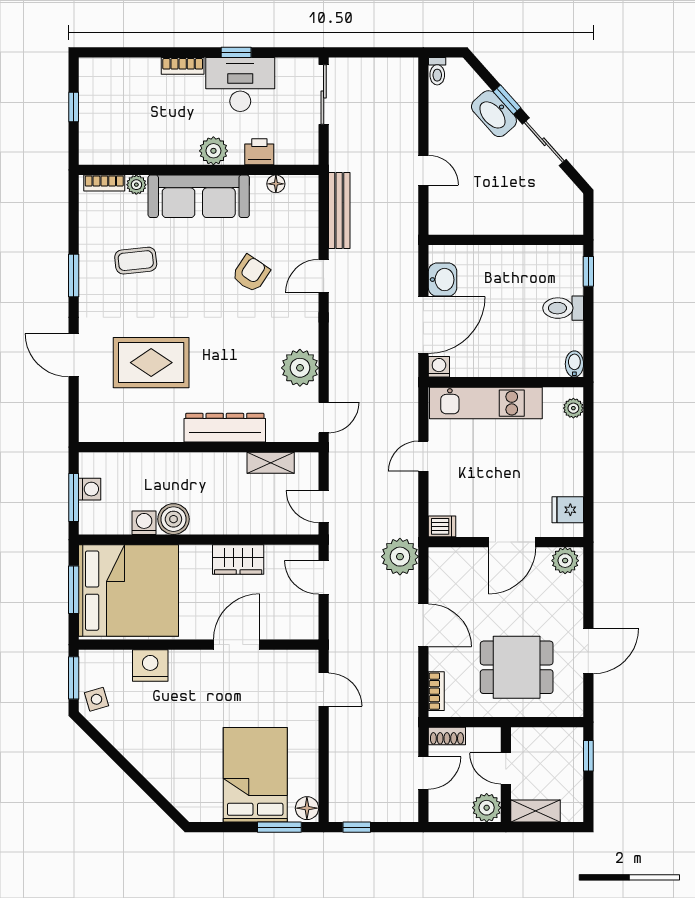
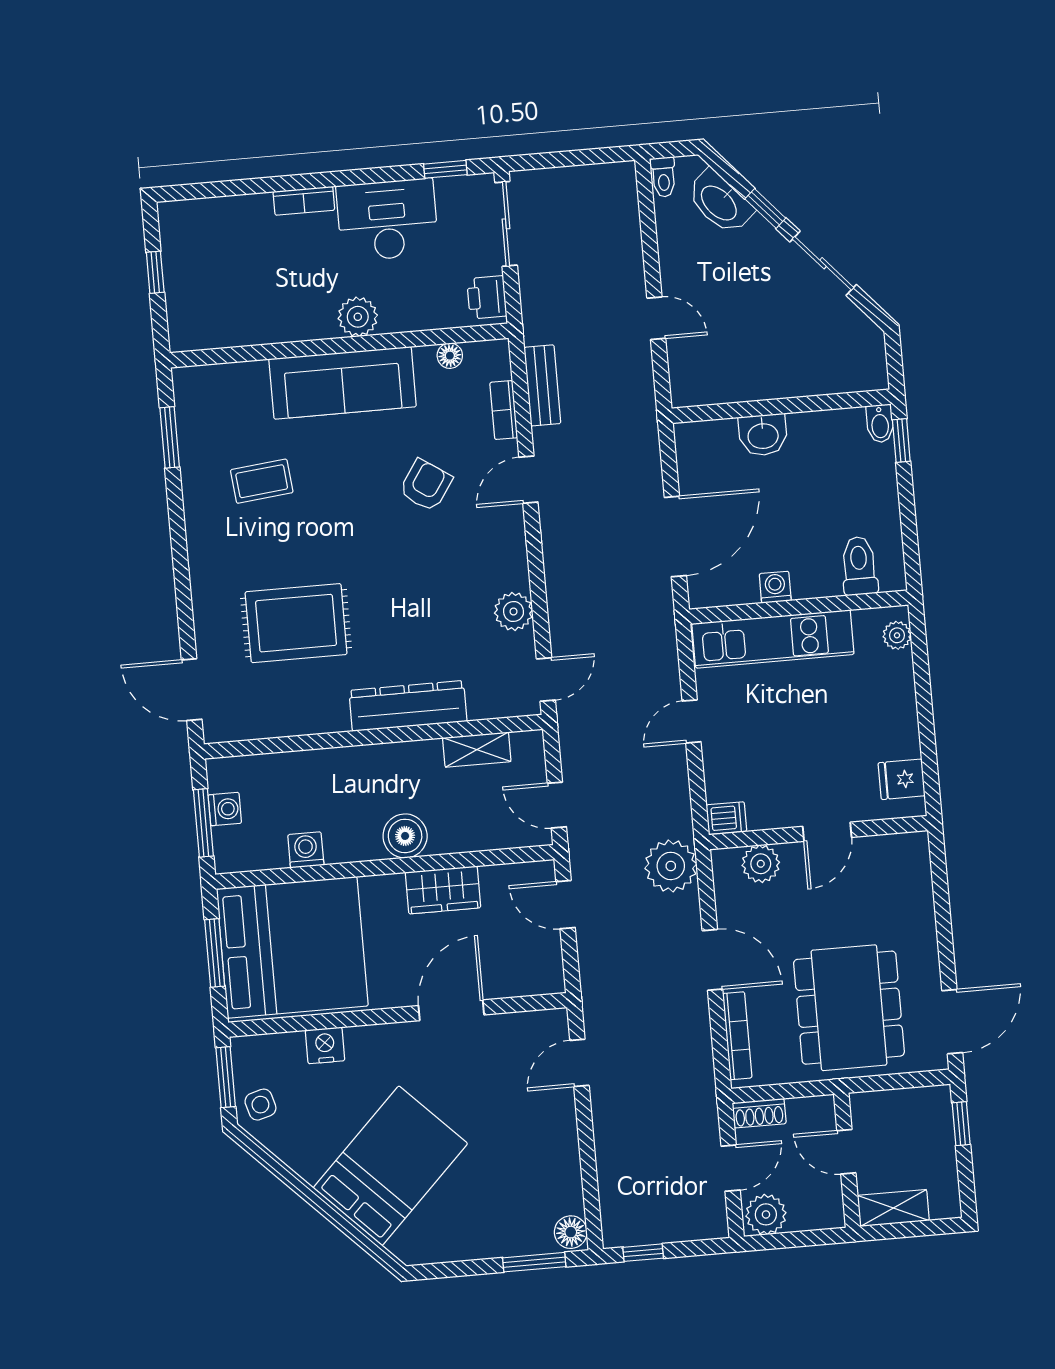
window: (236, 52) -> (445, 169), moved
washbasin: (494, 114) -> (720, 202), moved
printer: (259, 152) -> (487, 297), moved, turned -90
bookcase: (104, 183) -> (504, 410), moved, turned 90
plant: (136, 185) -> (253, 374), removed
bench: (339, 210) -> (542, 385), width x0.73
window: (74, 276) -> (170, 437), moved
washbasin: (443, 280) -> (763, 435), moved, turned 90
toilet: (563, 308) -> (859, 566), moved, turned 90
door: (74, 355) -> (192, 690), moved
bidet: (574, 364) -> (880, 424), moved, turned 180
washing machine: (439, 367) -> (775, 587), moved
plant: (300, 368) -> (513, 612), width x0.73, depth x0.73
boiler: (173, 519) -> (405, 836), moved
door: (512, 542) -> (827, 832), width x0.73
plant: (565, 561) -> (761, 864), moved
door: (588, 651) -> (952, 1022), moved
nightstand: (150, 665) -> (325, 1045), width x0.74, depth x0.75
dining table: (517, 667) -> (849, 1008), width x1.38
door: (324, 690) -> (579, 1063), swing flipped
bookcase: (436, 691) -> (737, 1036), width x1.56
bed: (255, 775) -> (390, 1166), moved, turned 45
plant: (487, 808) -> (766, 1214), moved

